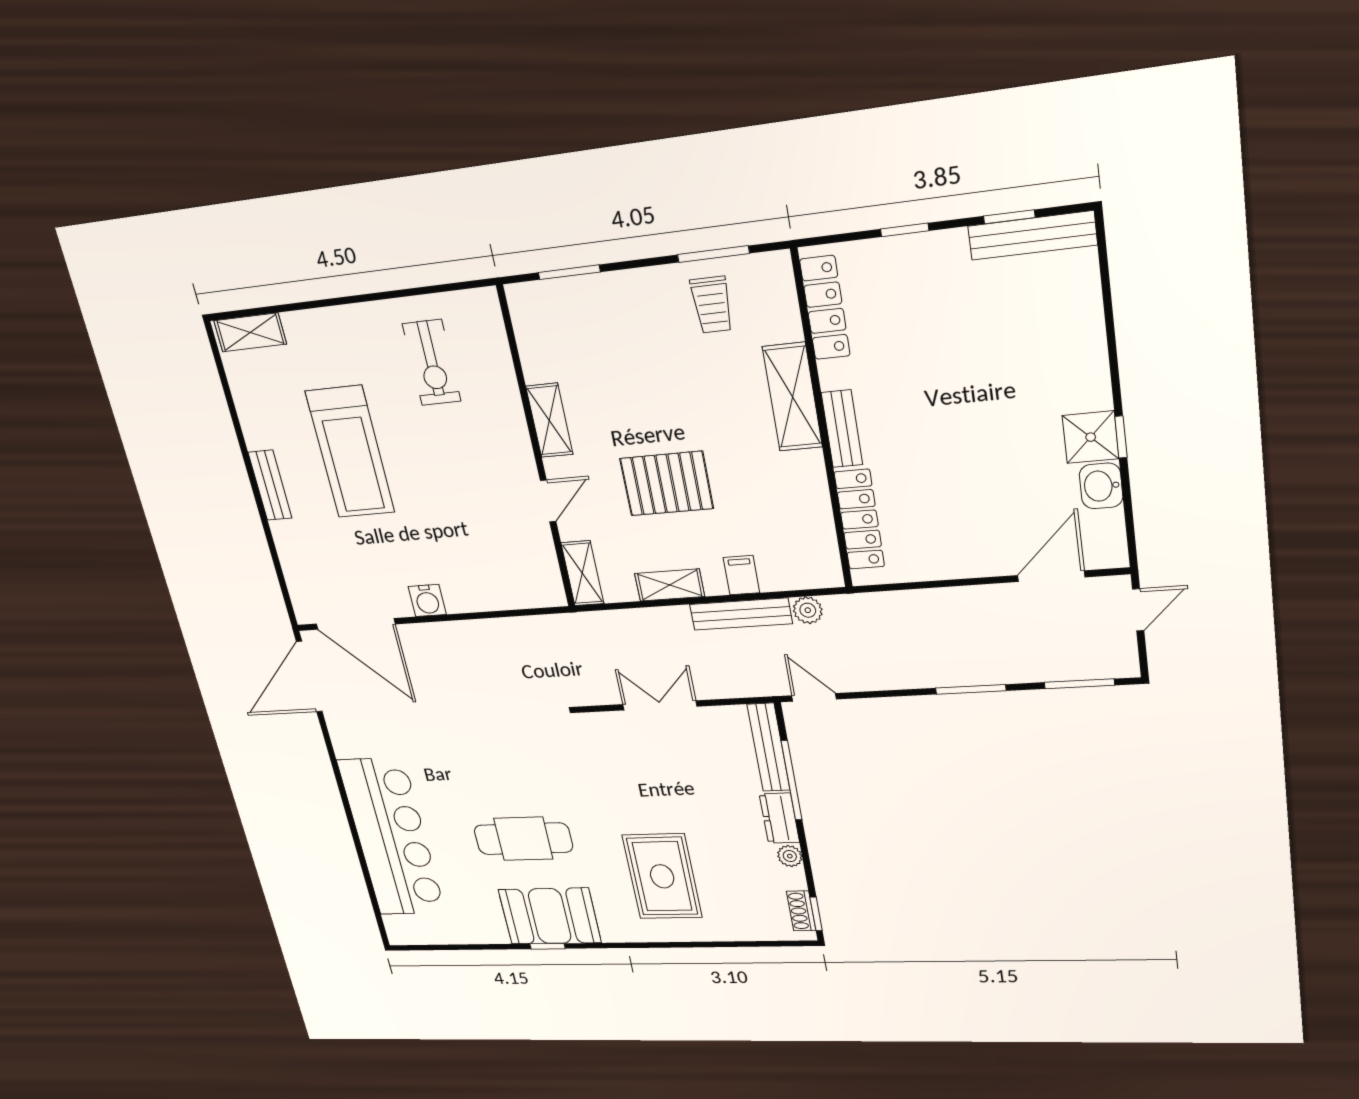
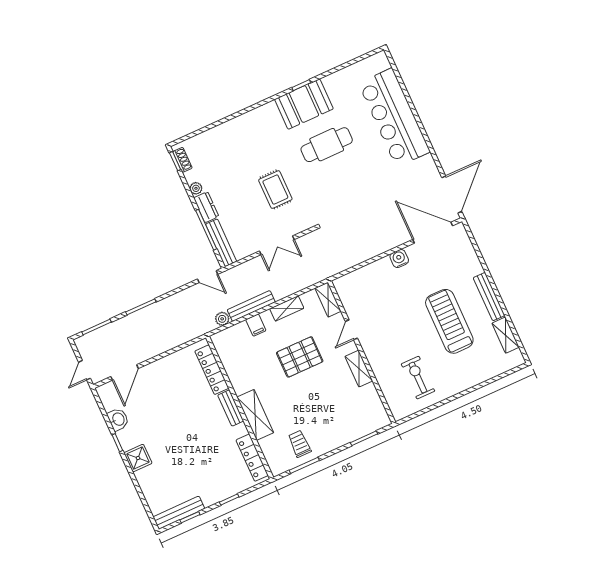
shelving: (250, 332) -> (506, 335), moved, turned 90
shower: (1091, 437) -> (138, 458), moved
bench: (270, 485) -> (489, 297), width x1.36
rug: (662, 876) -> (275, 190), moved, width x0.73, depth x0.70

